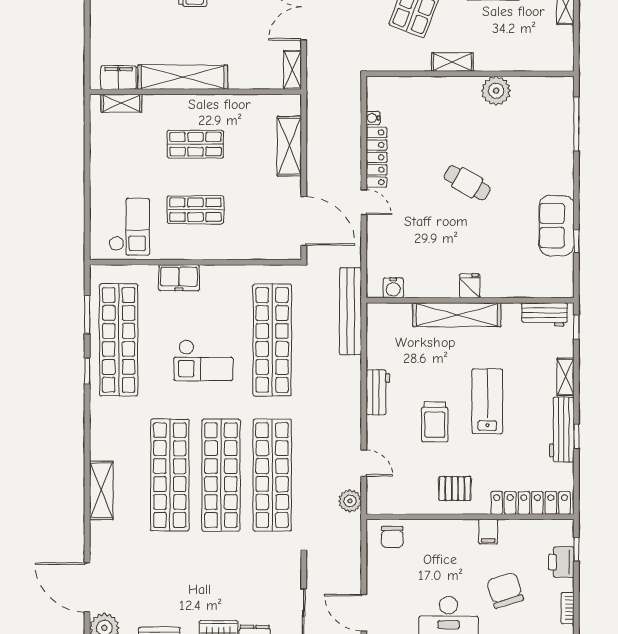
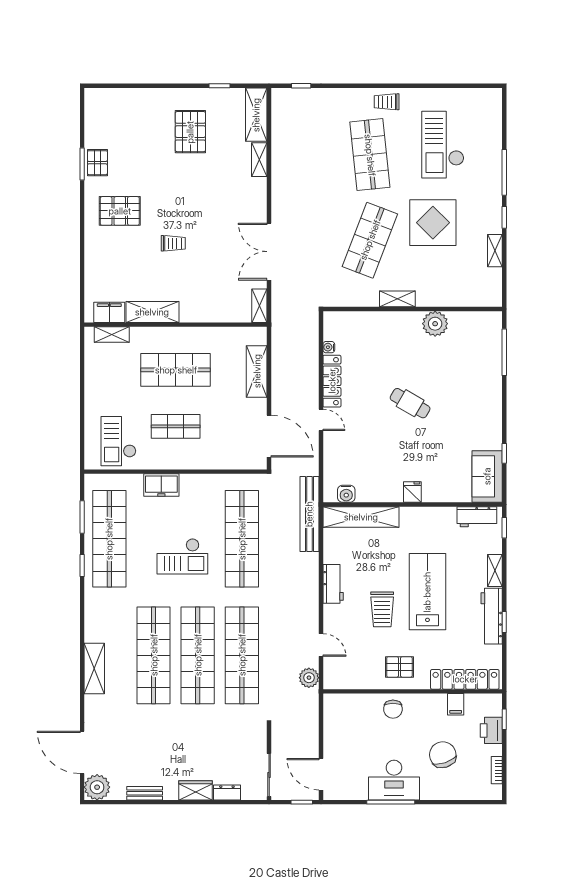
shelving: (183, 77) -> (152, 312), width x0.68
shop shelf: (195, 144) -> (176, 370), width x1.43, depth x1.36
sofa: (557, 226) -> (487, 476), moved
checkout: (129, 227) -> (119, 441), turned 180
shelving: (457, 315) -> (361, 517), moved
lab bench: (487, 401) -> (427, 592), width x1.36, depth x1.39
filing cabinet: (488, 532) -> (456, 704), moved
chair: (392, 537) -> (393, 709), moved

